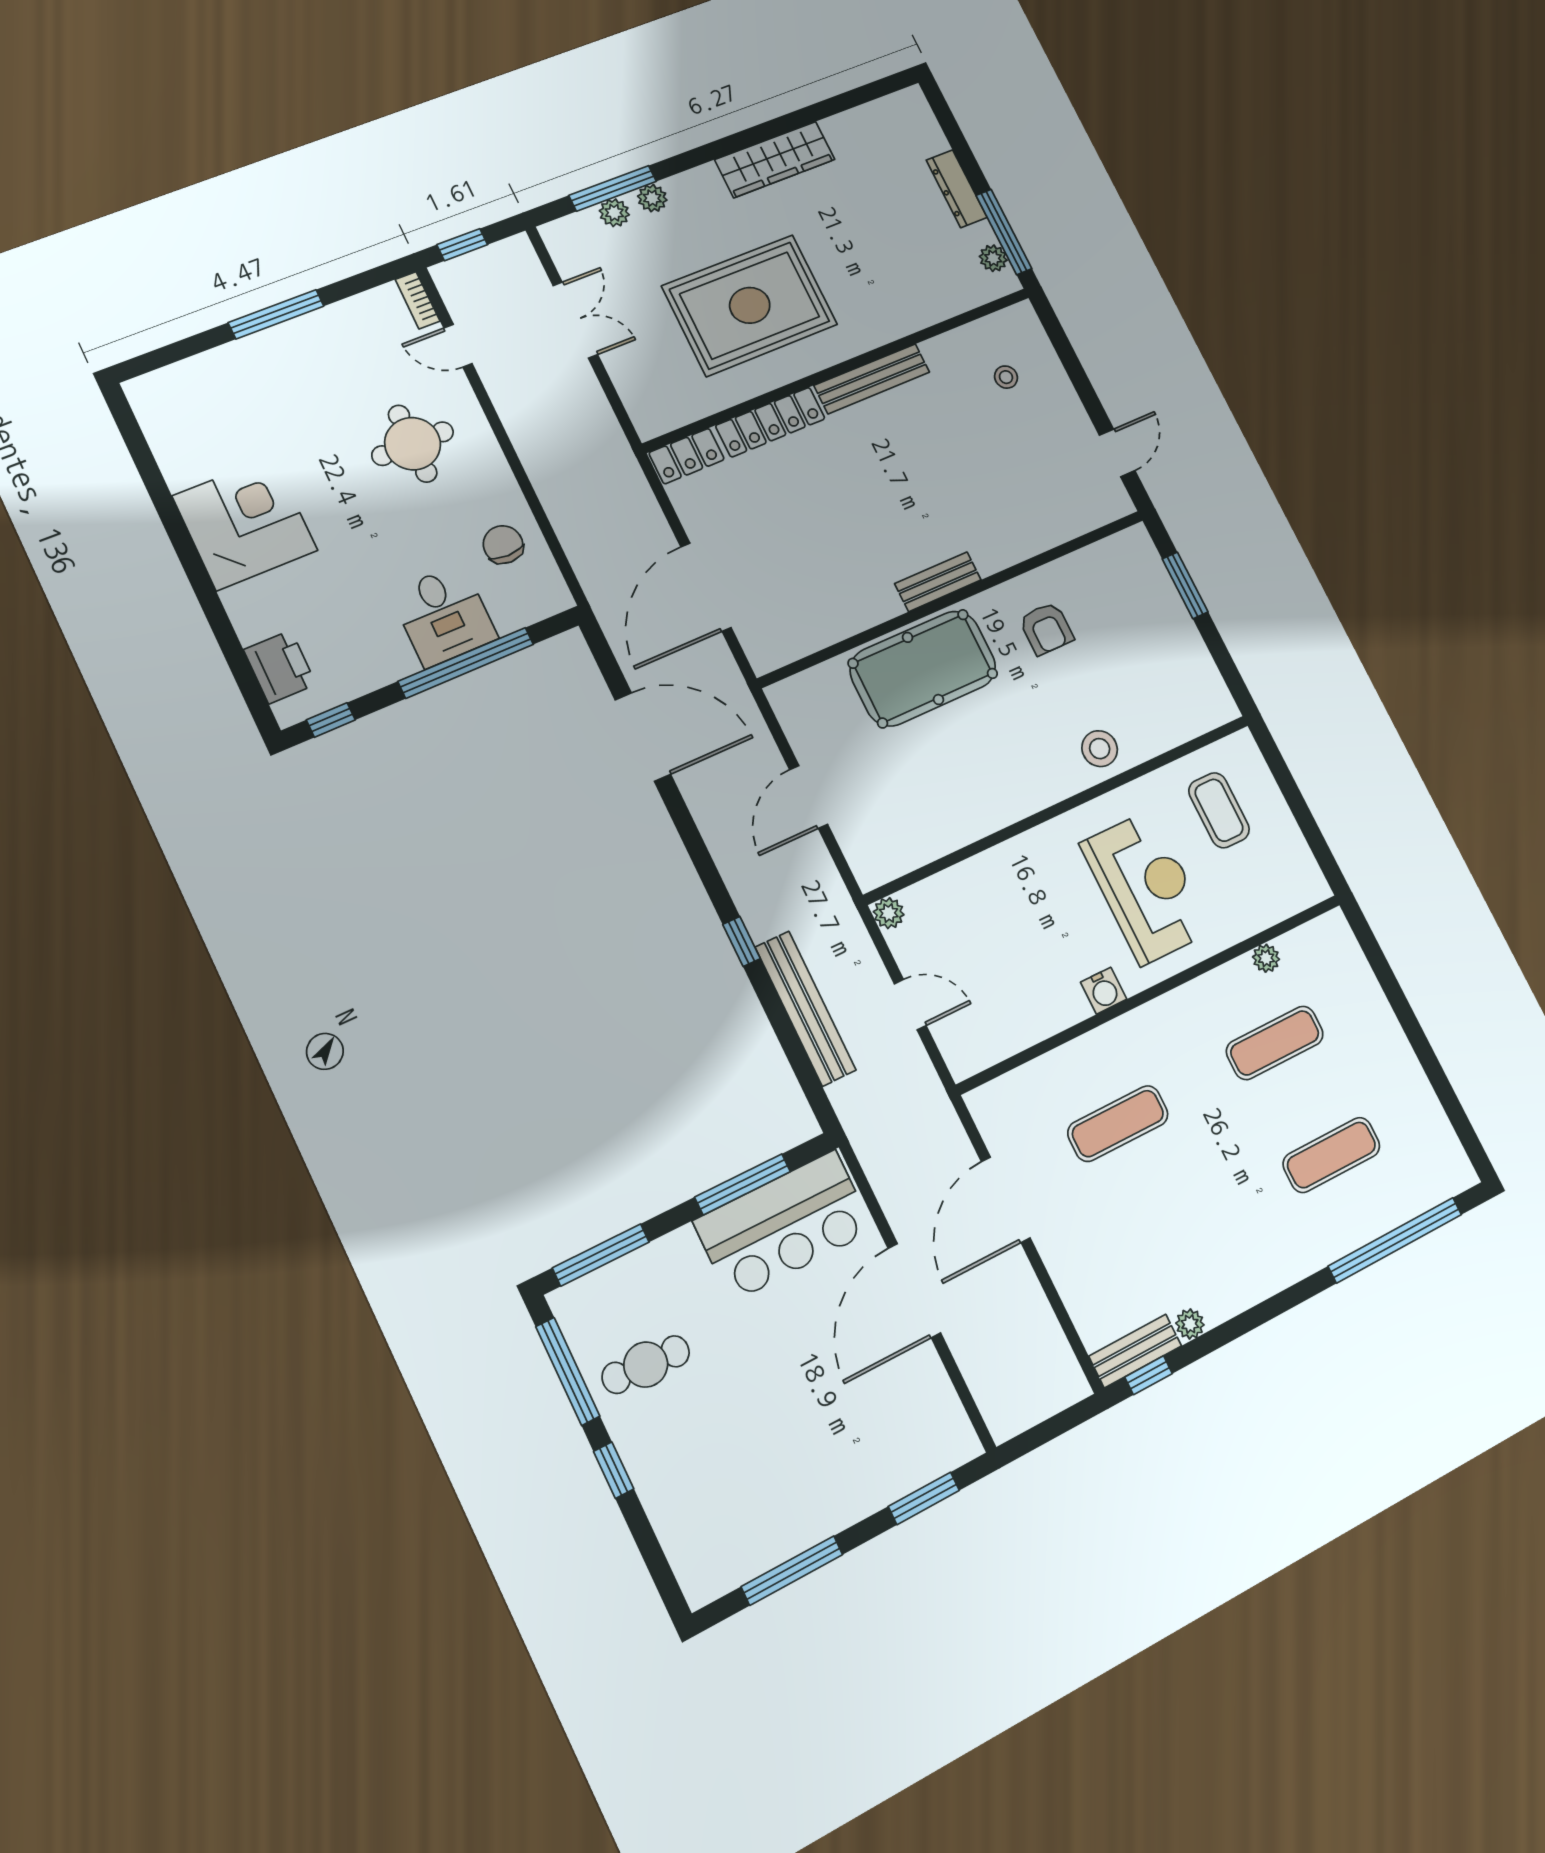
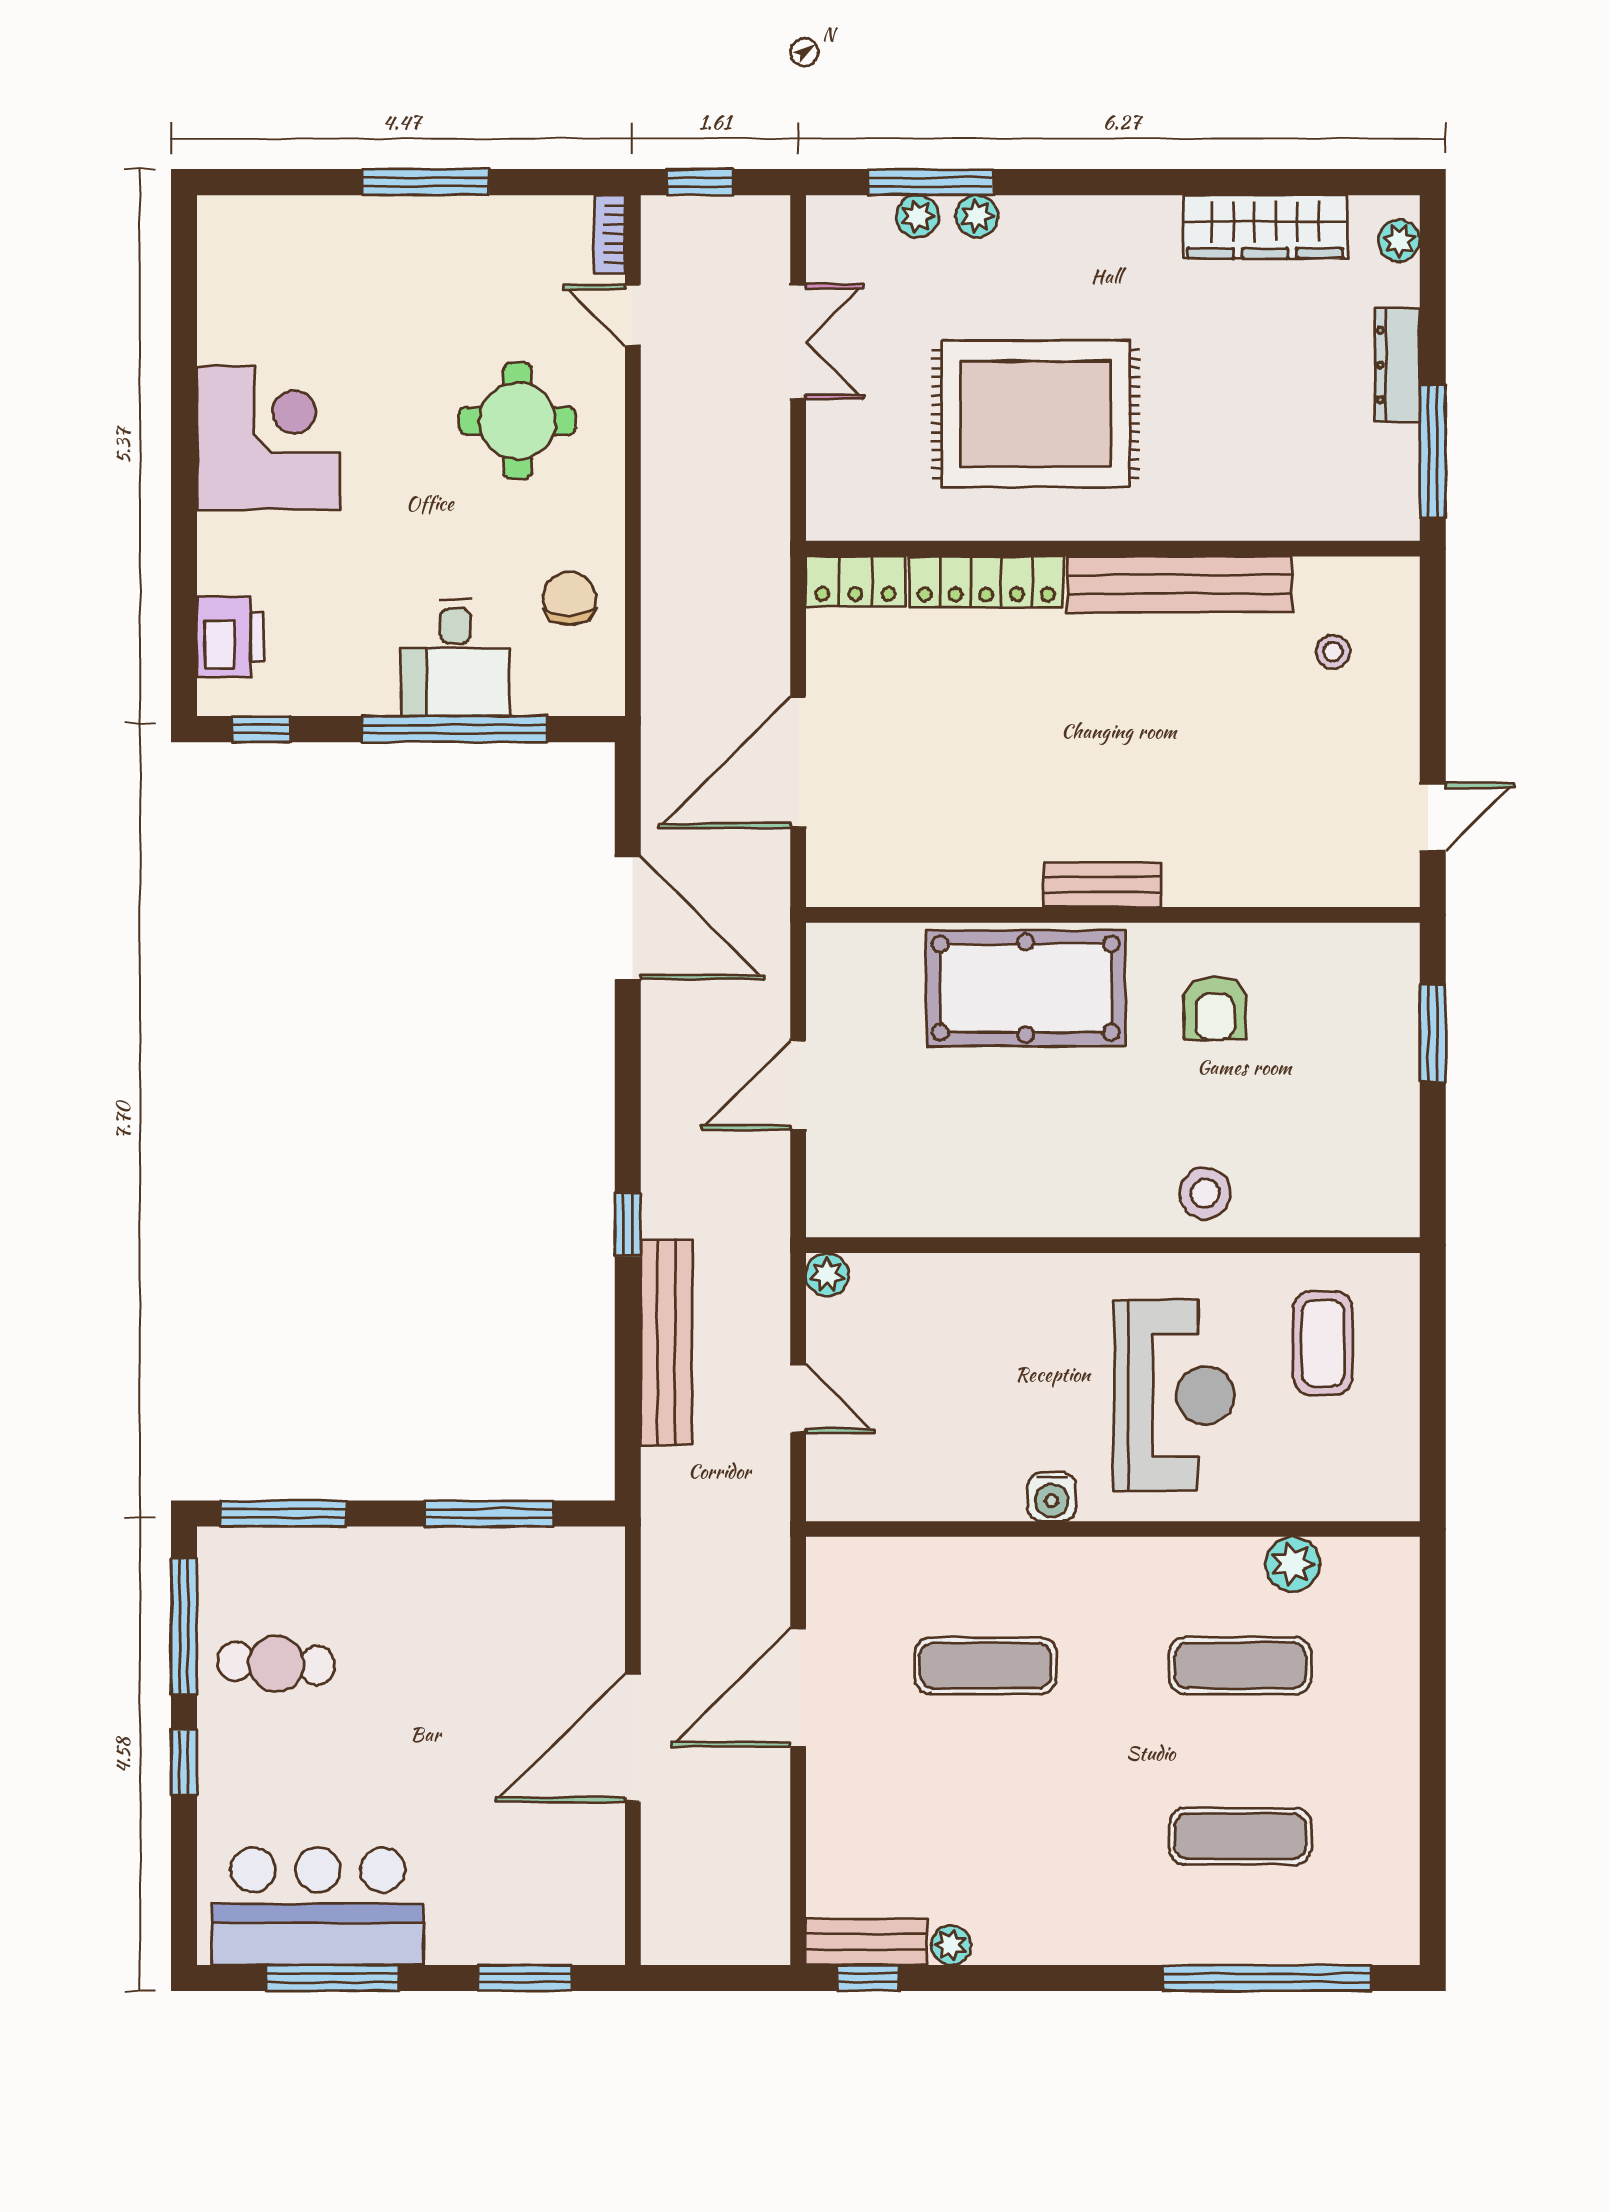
wardrobe: (775, 160) -> (1265, 227), moved
plant: (993, 258) -> (1399, 241), moved
bench: (872, 379) -> (1180, 584), width x1.37, depth x1.21
plant: (1266, 958) -> (1293, 1564), width x1.38, depth x1.38
bar counter: (784, 1225) -> (318, 1906), moved, turned 180

